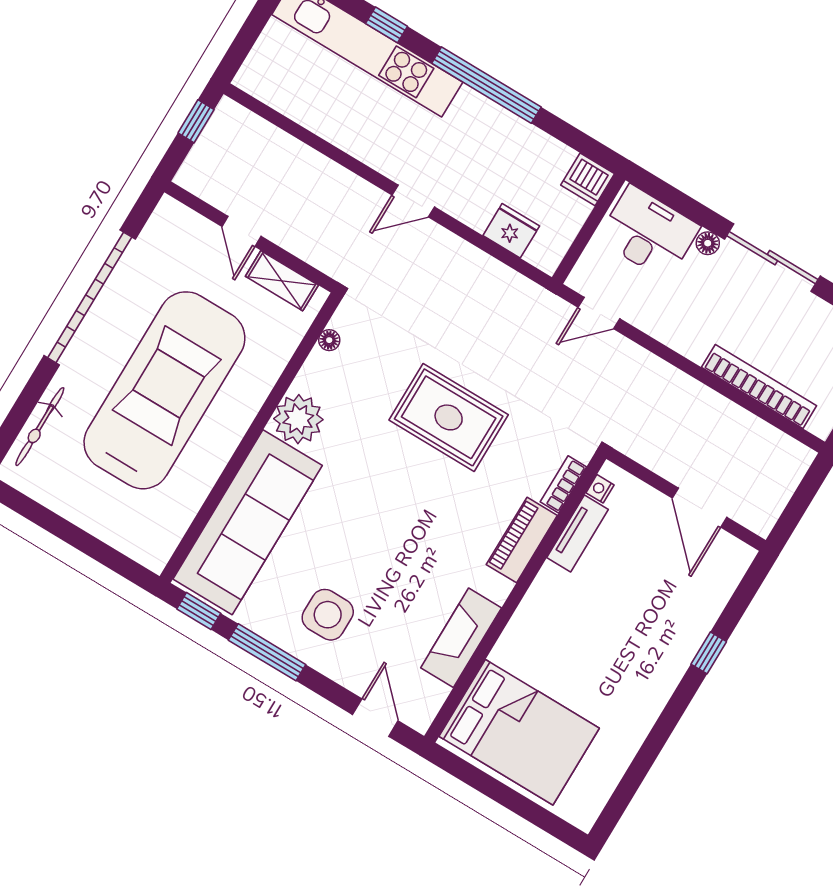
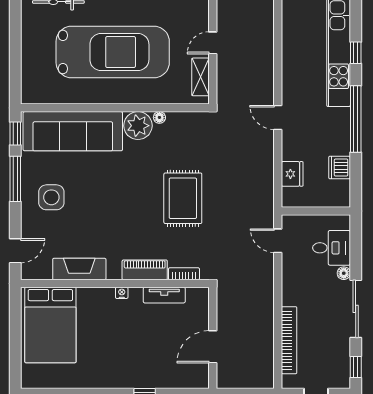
dishwasher: (588, 179) -> (340, 167), moved
desk: (649, 233) -> (331, 248), width x0.73
floor lamp: (329, 340) -> (159, 117), moved
nightstand: (600, 489) -> (122, 293), moved

